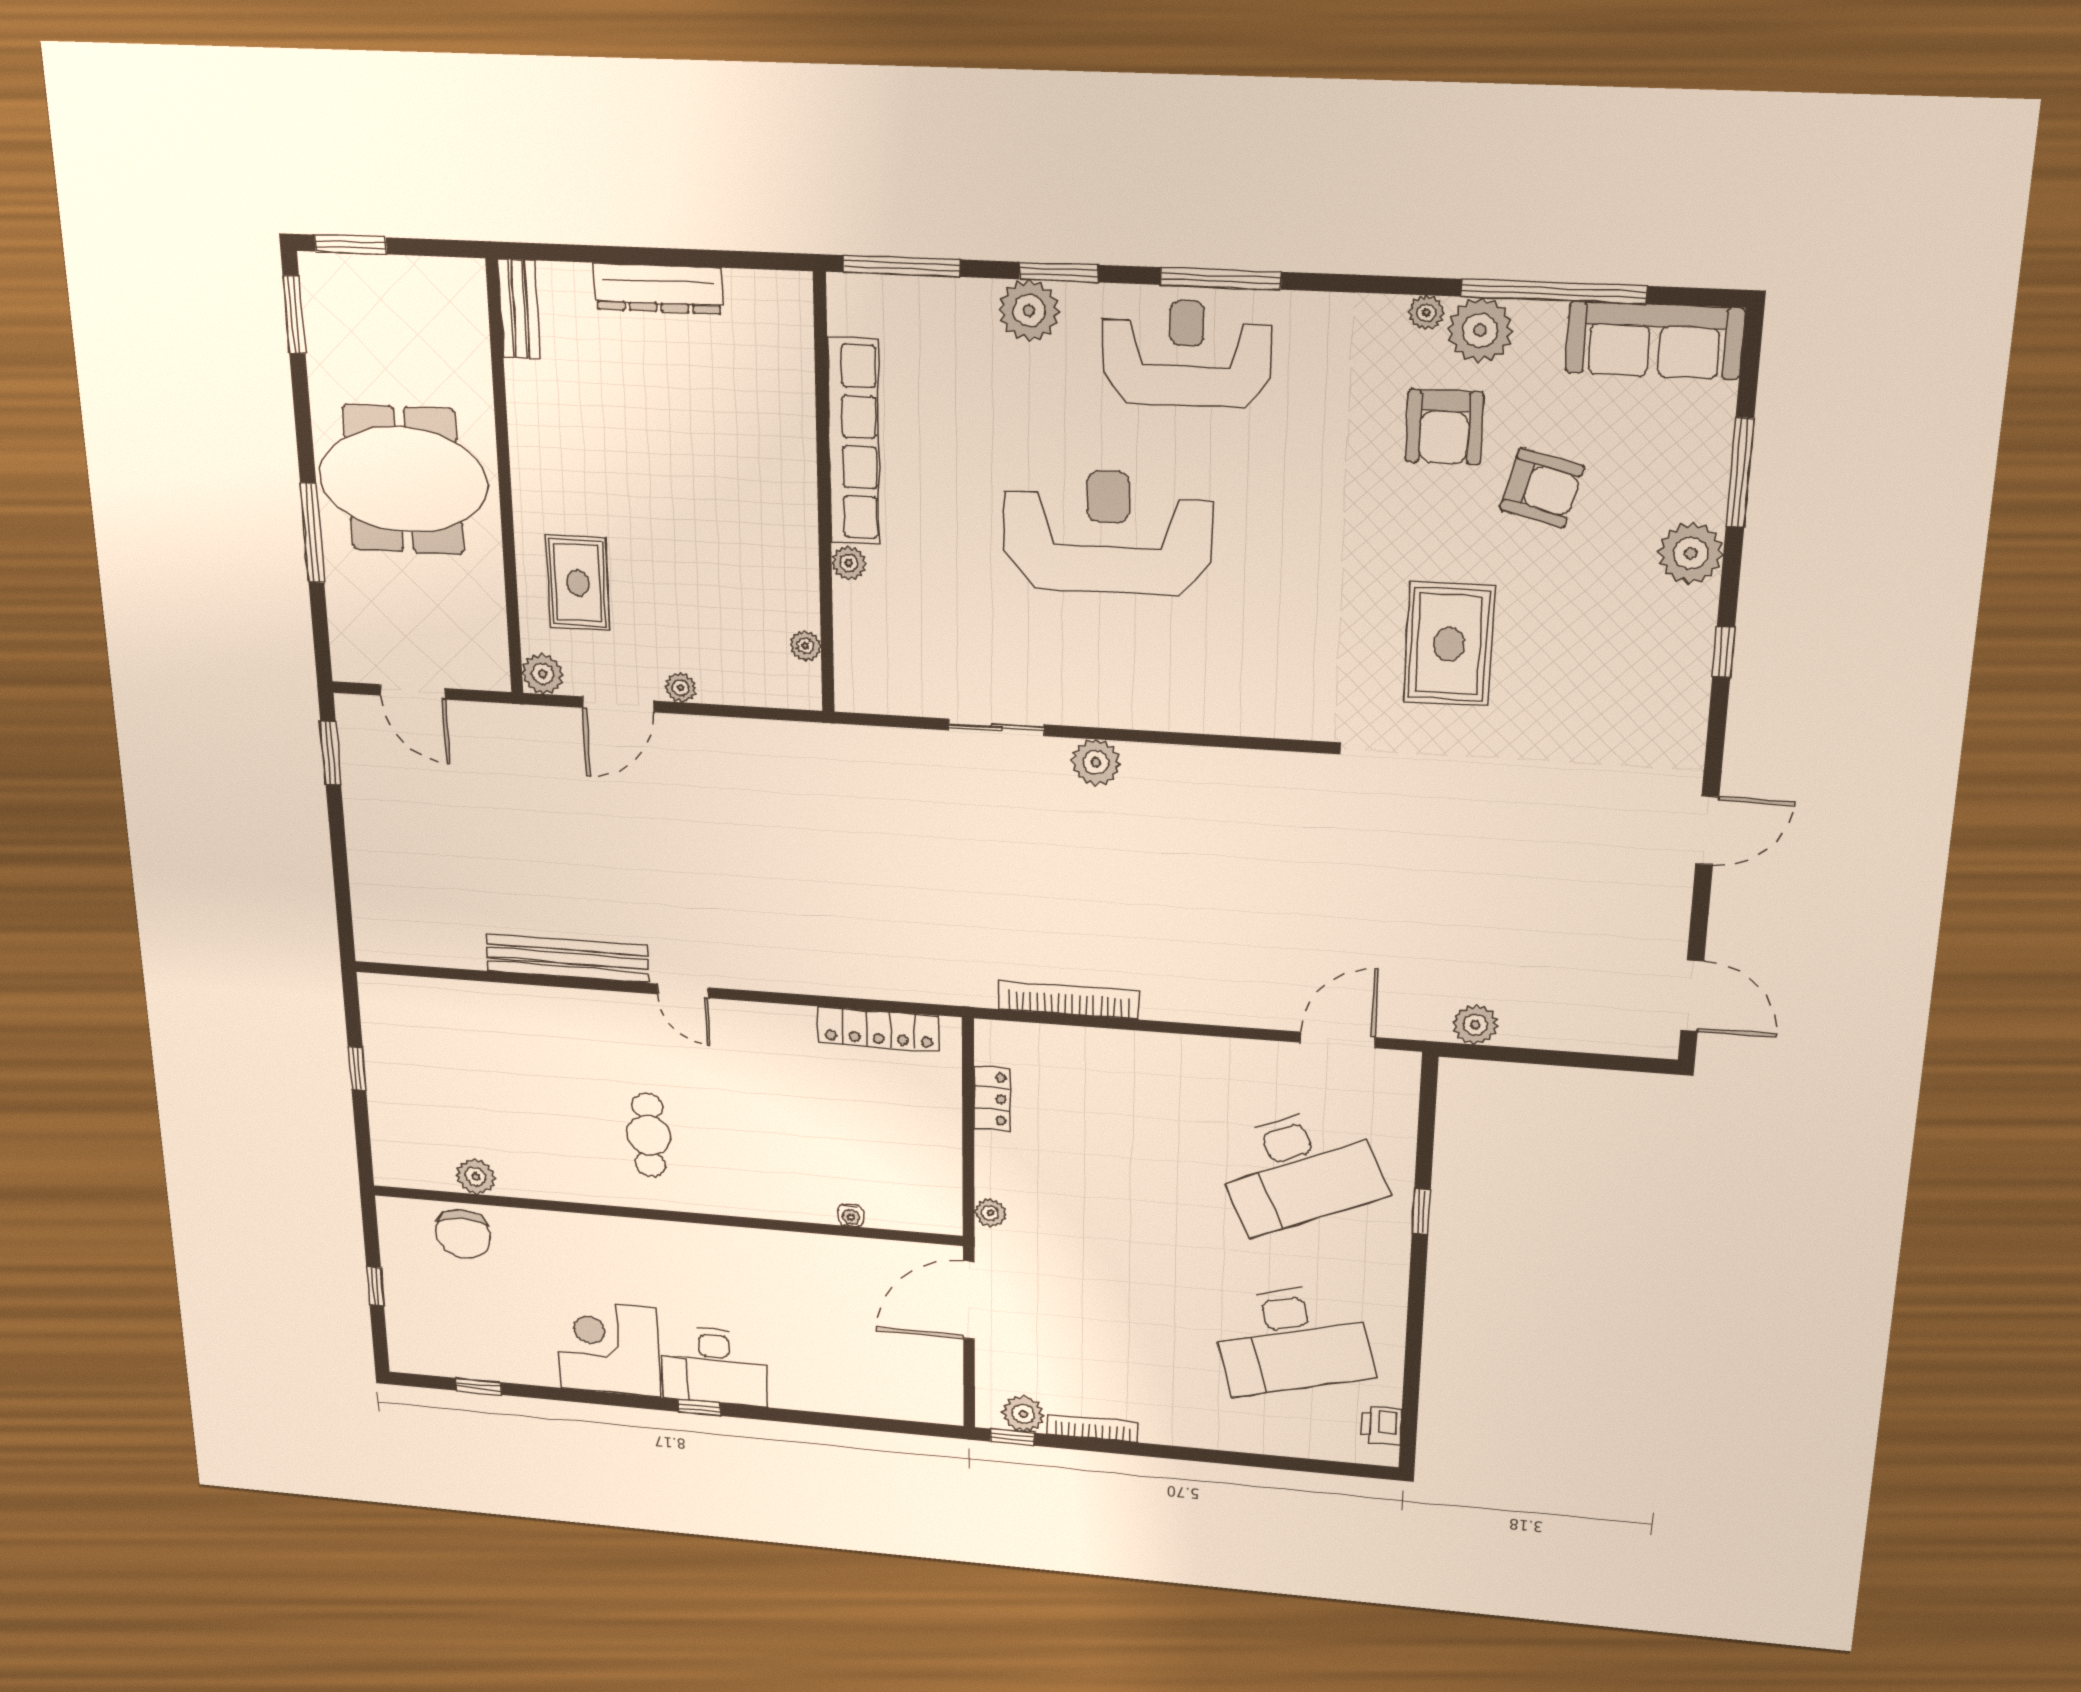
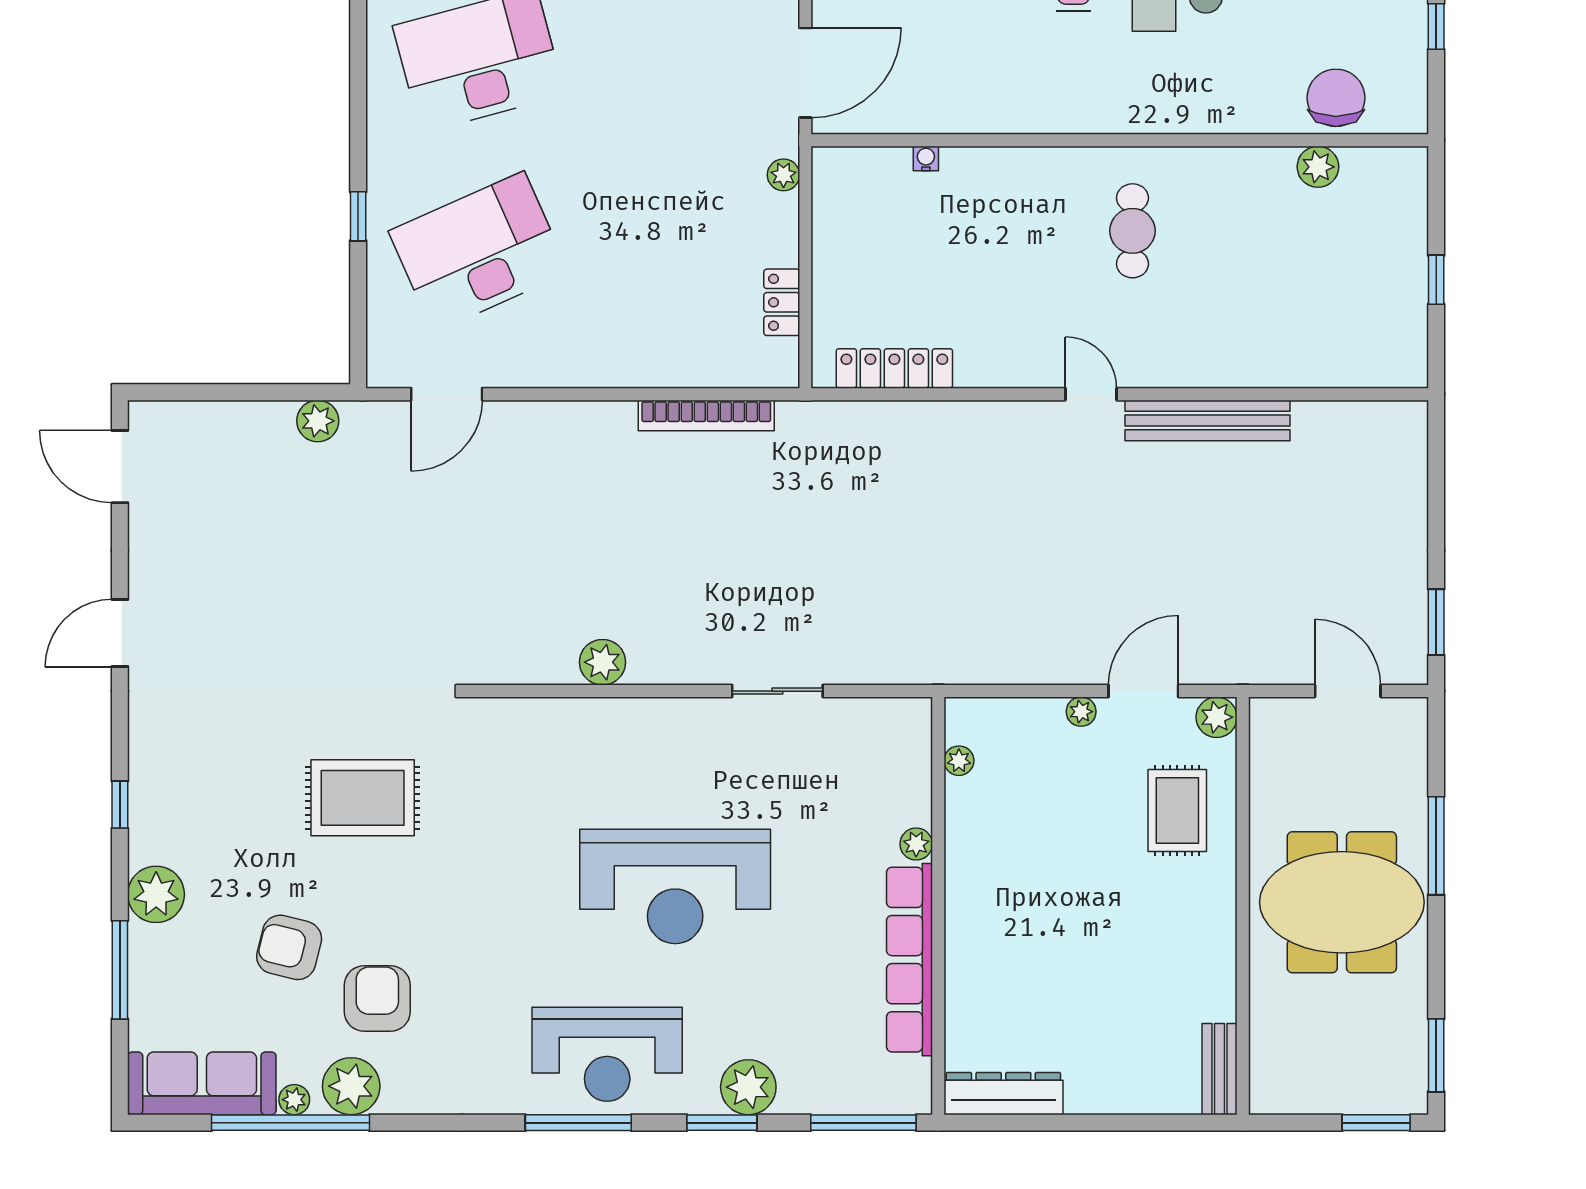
dresser: (658, 288) -> (1003, 1094), moved
plant: (1426, 313) -> (294, 1100), moved
rug: (1449, 644) -> (363, 798), turned 90
plant: (1096, 762) -> (603, 662), moved

